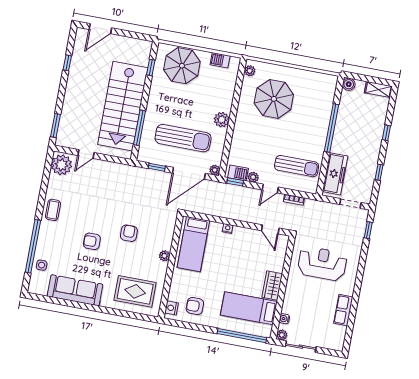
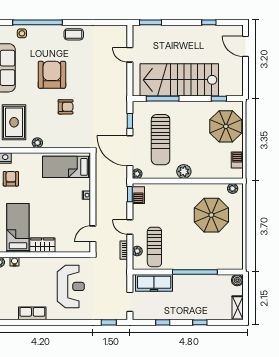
plant: (62, 165) -> (116, 34), removed
plant: (253, 177) -> (137, 251), moved
armchair: (92, 241) -> (52, 75), width x1.88, depth x1.88
plant: (164, 256) -> (37, 143), moved

